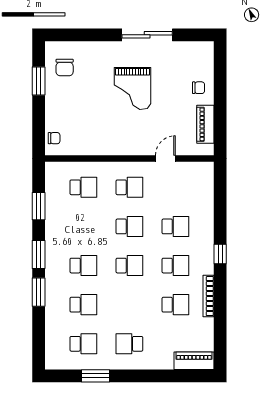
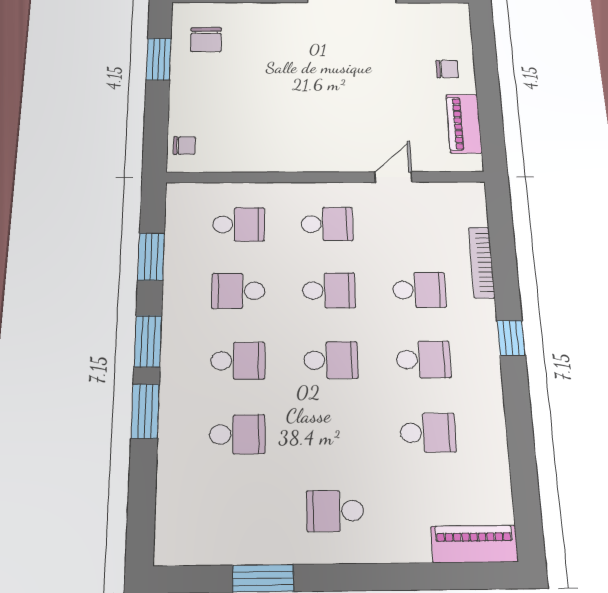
grand piano: (132, 88) -> (328, 70), removed
bookcase: (209, 296) -> (482, 262), moved
school desk: (83, 344) -> (238, 291), moved, turned 180

